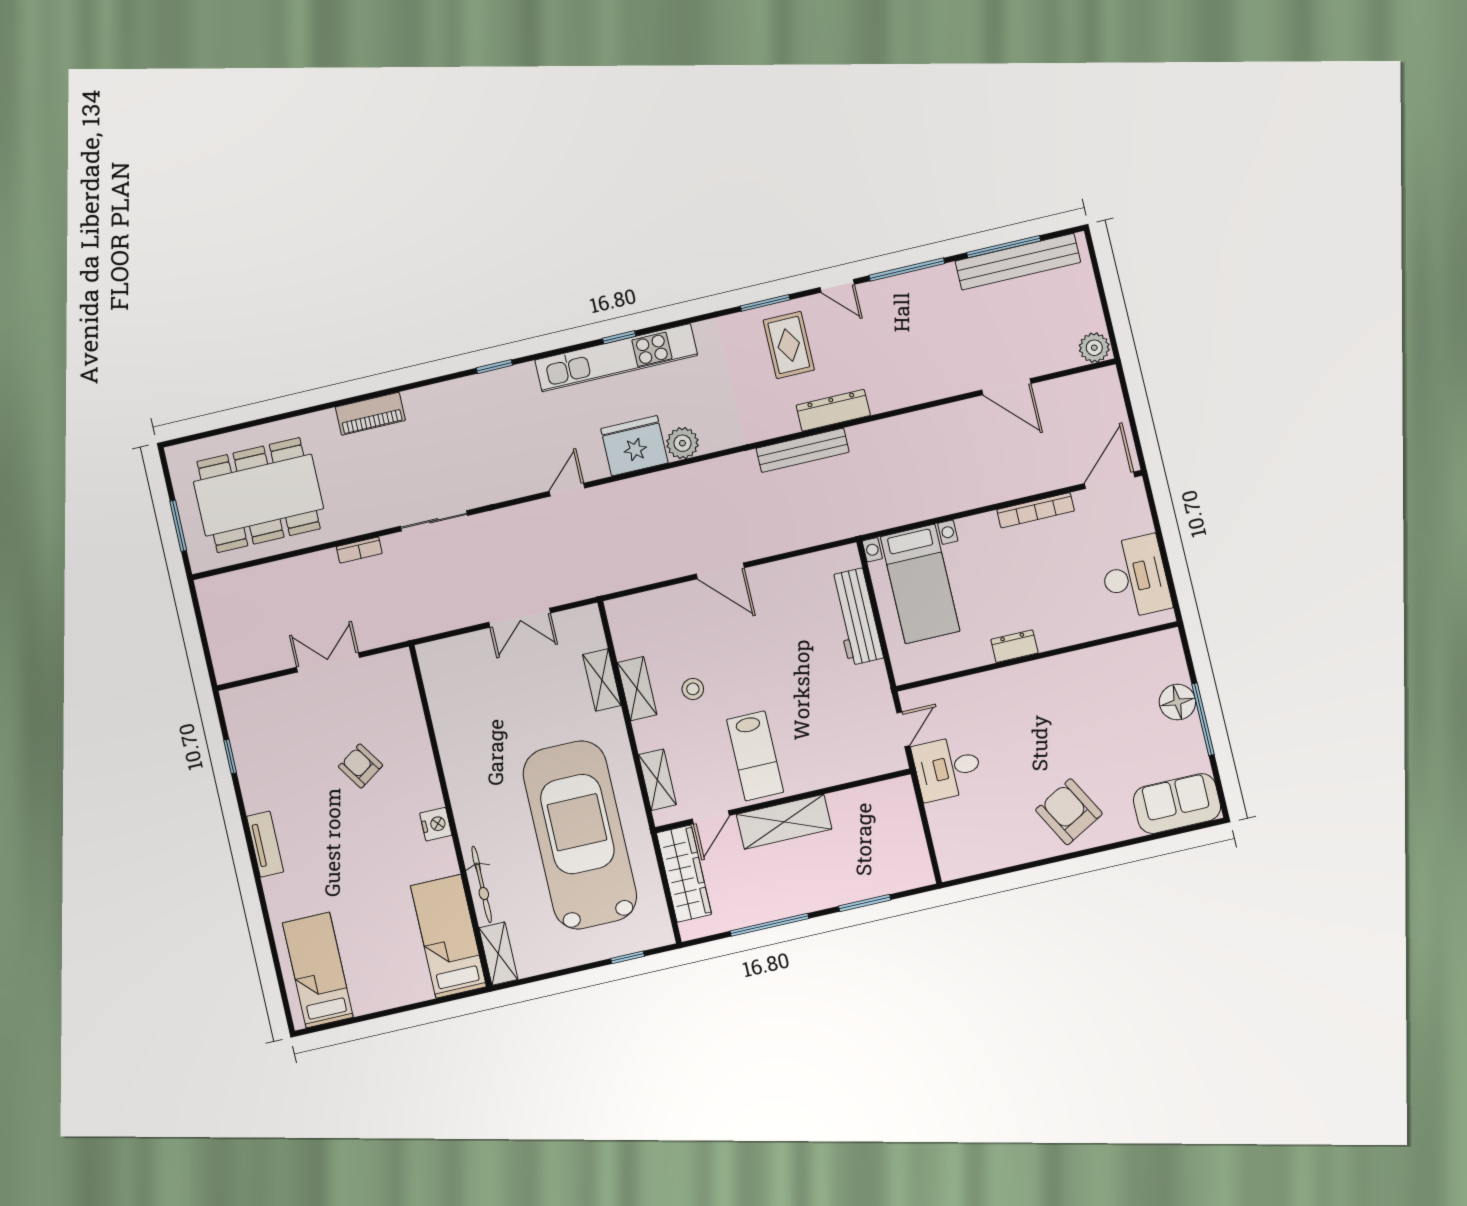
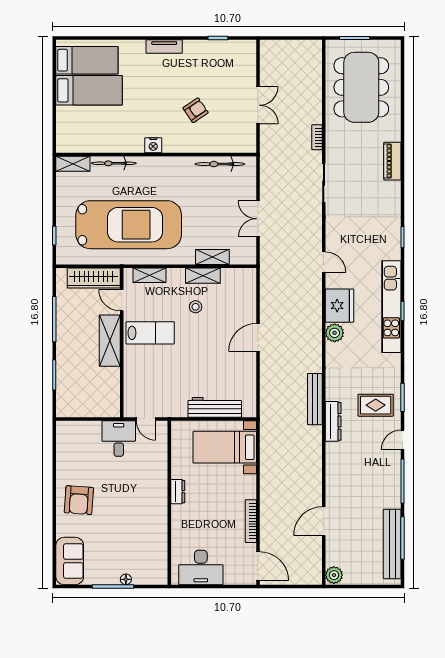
floor lamp: (1177, 702) -> (126, 579), width x0.53, depth x0.53
bicycle: (442, 704) -> (220, 164), added
lab bench: (755, 756) -> (150, 333), turned 180
armchair: (1069, 812) -> (79, 500), turned 123
bed: (448, 936) -> (89, 90), moved

